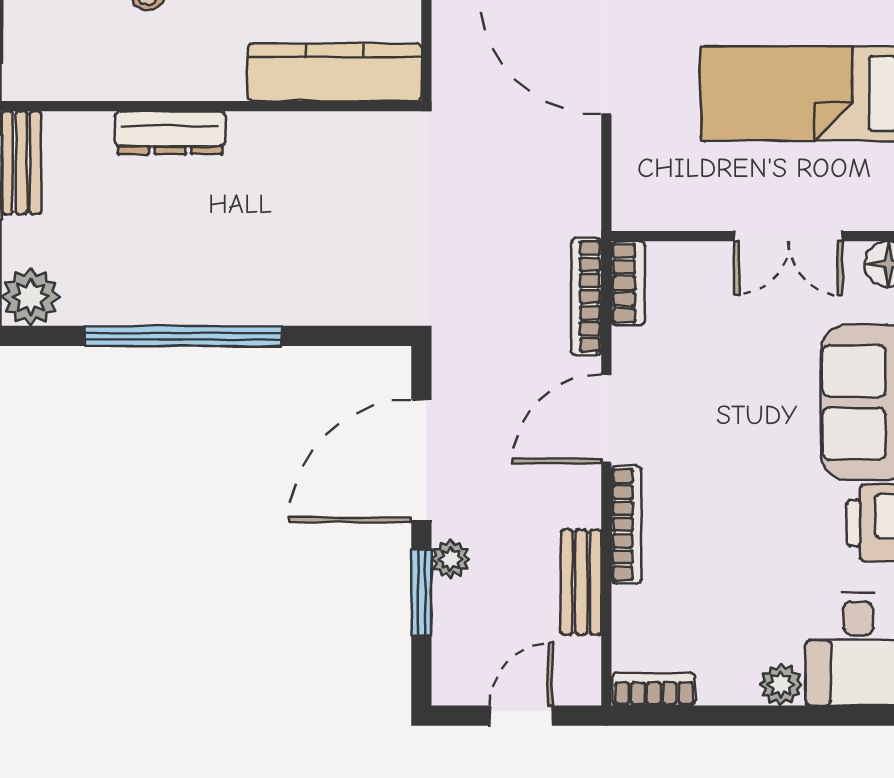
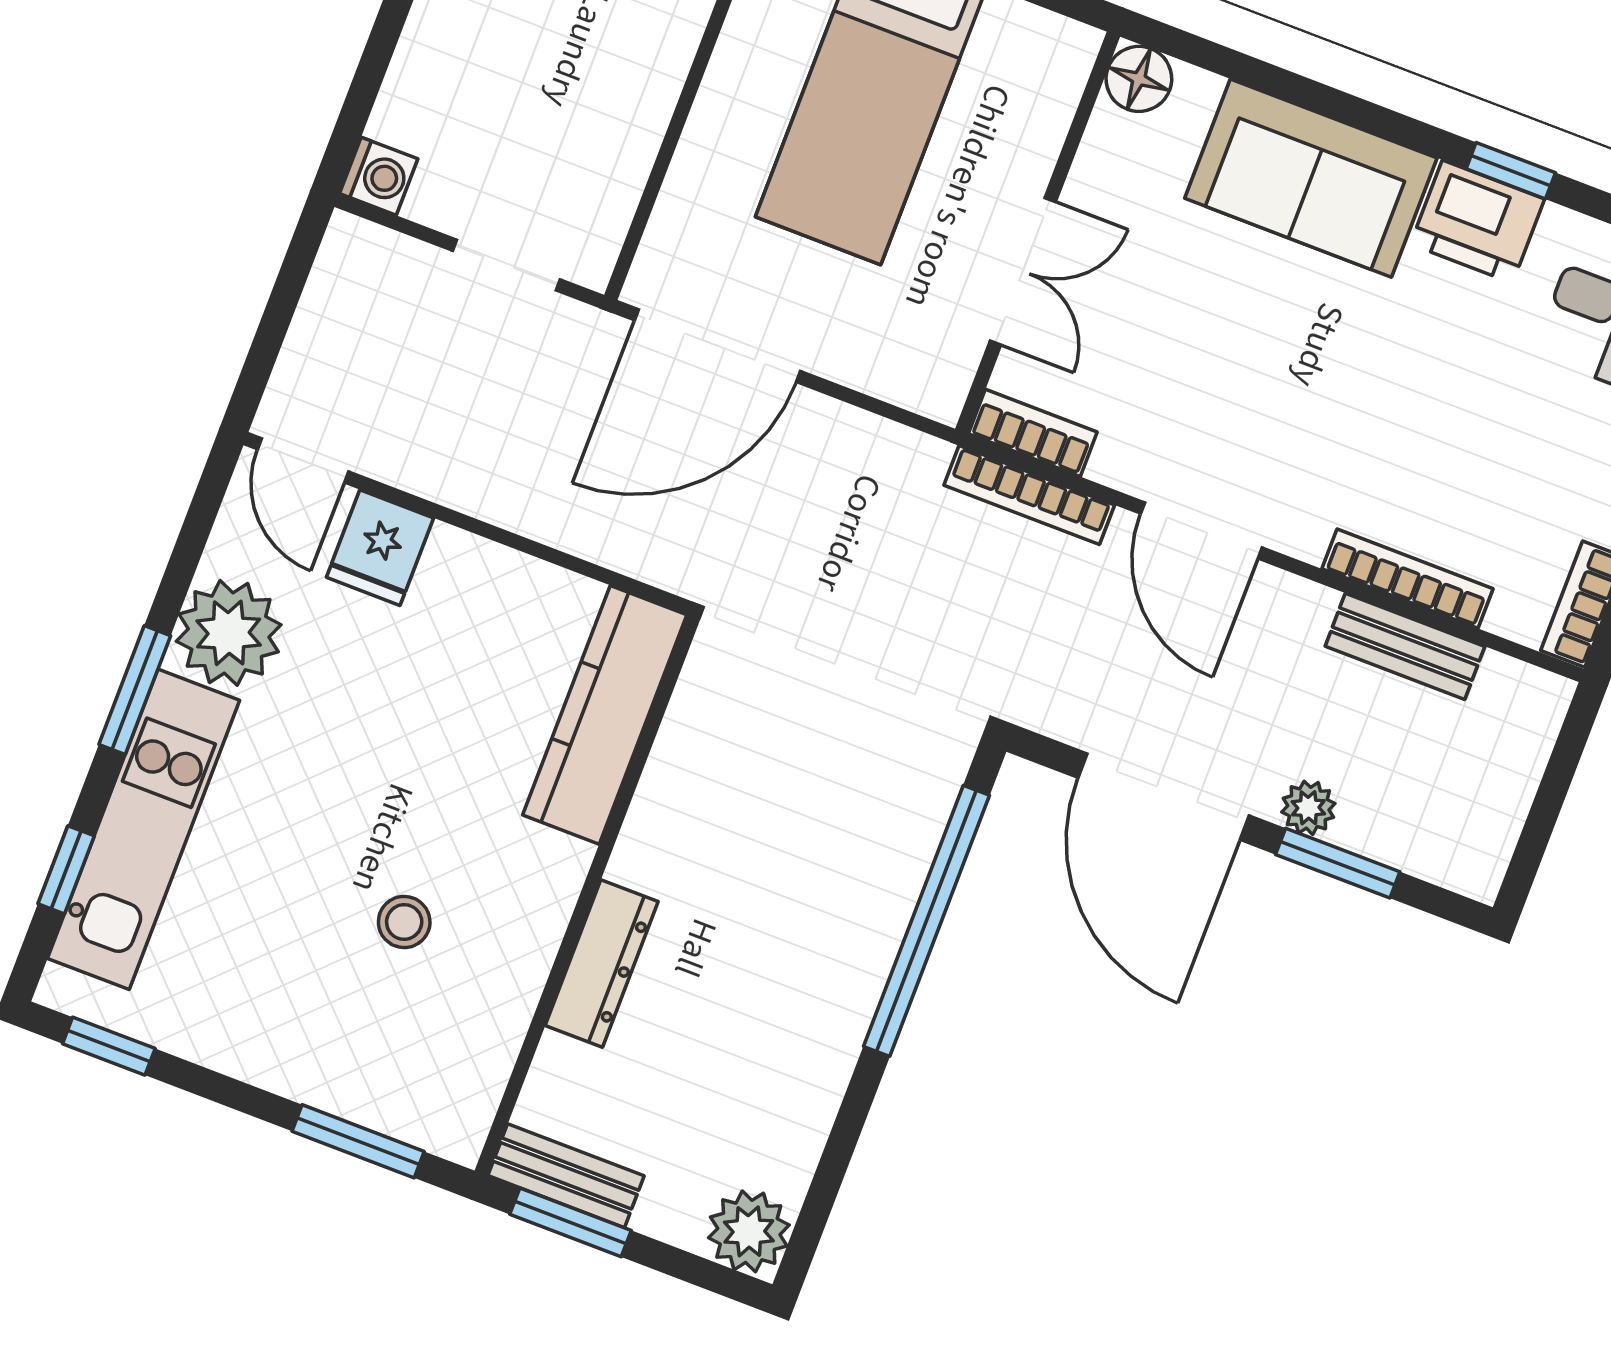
double door: (788, 236) -> (1023, 271), moved
window: (183, 336) -> (926, 921), moved
bookcase: (626, 525) -> (1408, 579), moved
door: (521, 716) -> (1552, 793), removed

